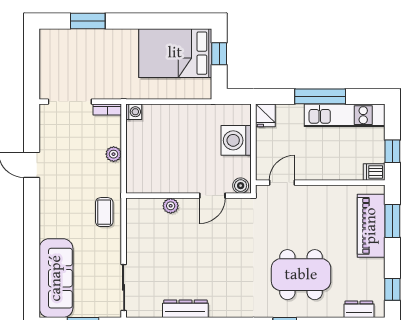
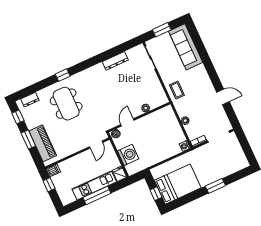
window: (88, 21) -> (215, 186), moved
kitchen unit: (345, 115) -> (94, 185), moved
window: (392, 221) -> (28, 140), moved
dining table: (301, 275) -> (66, 104), turned 90

